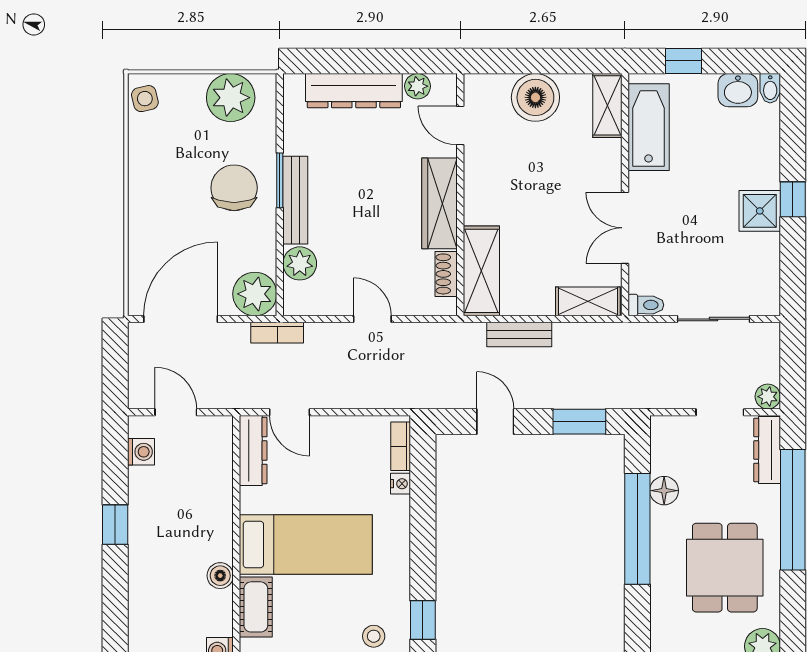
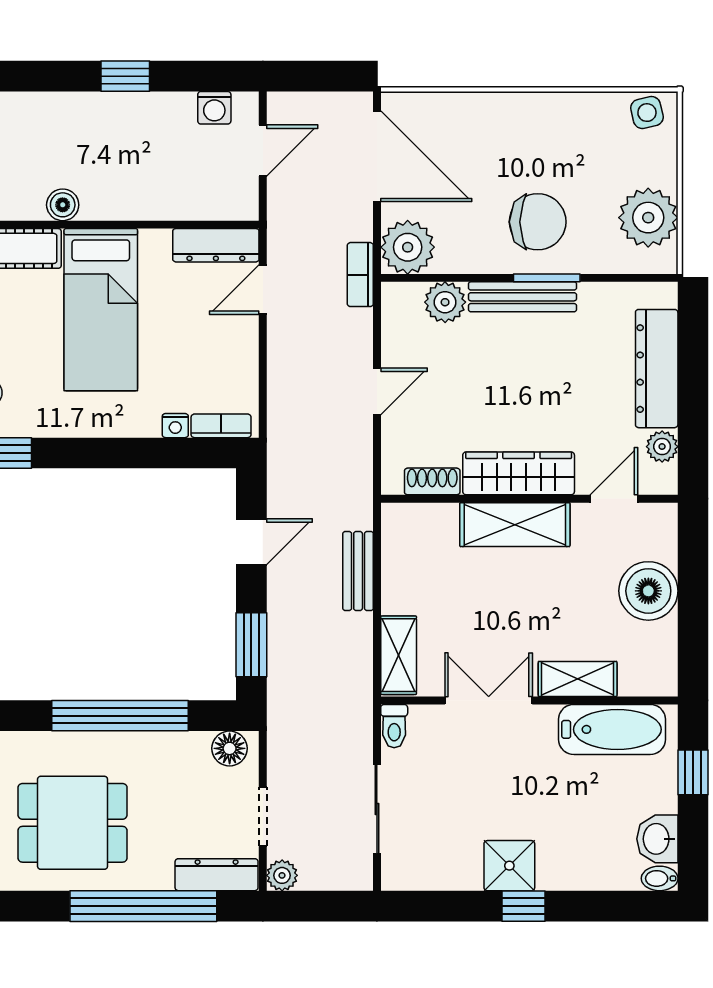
shelving: (607, 105) -> (578, 679), moved
shelving: (481, 271) -> (515, 525), moved
floor lamp: (664, 491) -> (230, 748), moved

